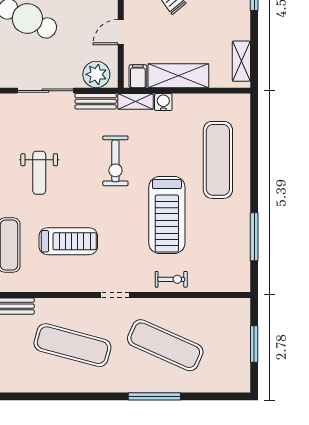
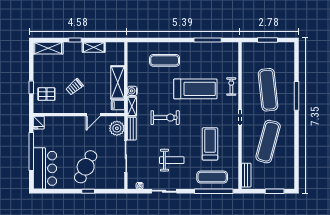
door: (121, 32) -> (93, 115), hinge flipped
shelving: (241, 61) -> (94, 47), moved
exercise mat: (218, 160) -> (165, 60), width x0.73, depth x0.69
exercise mat: (165, 345) -> (268, 90), turned -30

